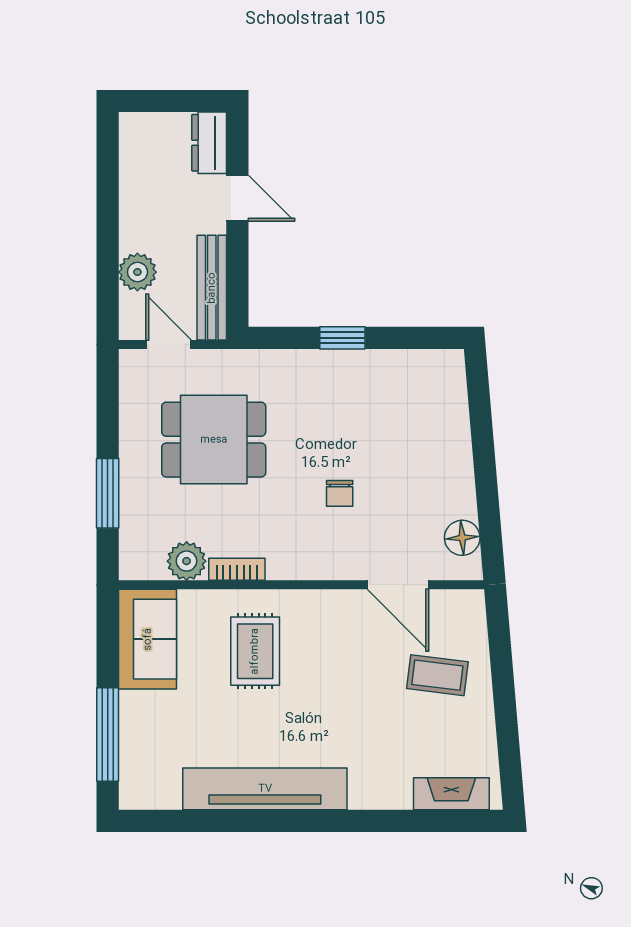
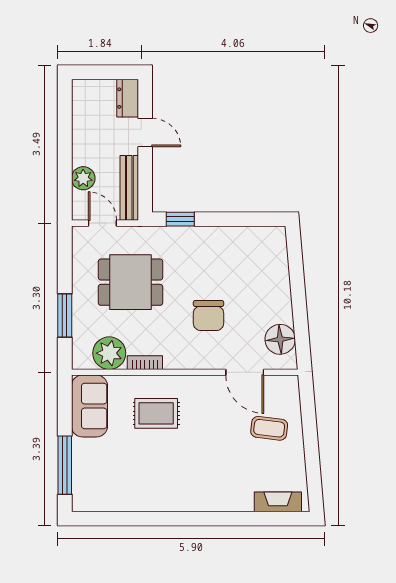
window: (342, 338) -> (180, 219), moved
chair: (340, 493) -> (209, 316), width x1.87, depth x1.87
floor lamp: (462, 538) -> (280, 339), width x1.38, depth x1.38
plant: (187, 561) -> (109, 353), width x1.36, depth x1.36
rug: (255, 651) -> (156, 413), turned 90
tv unit: (265, 789) -> (162, 499), removed

